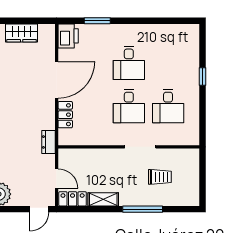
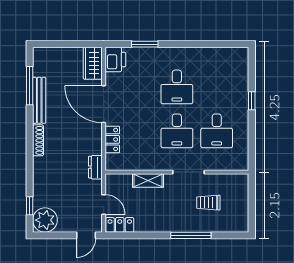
wardrobe: (22, 33) -> (93, 63), moved, turned 90
door: (57, 80) -> (104, 104), swing flipped
trolley: (160, 177) -> (208, 203), turned 180
shelving: (103, 199) -> (148, 181), moved

